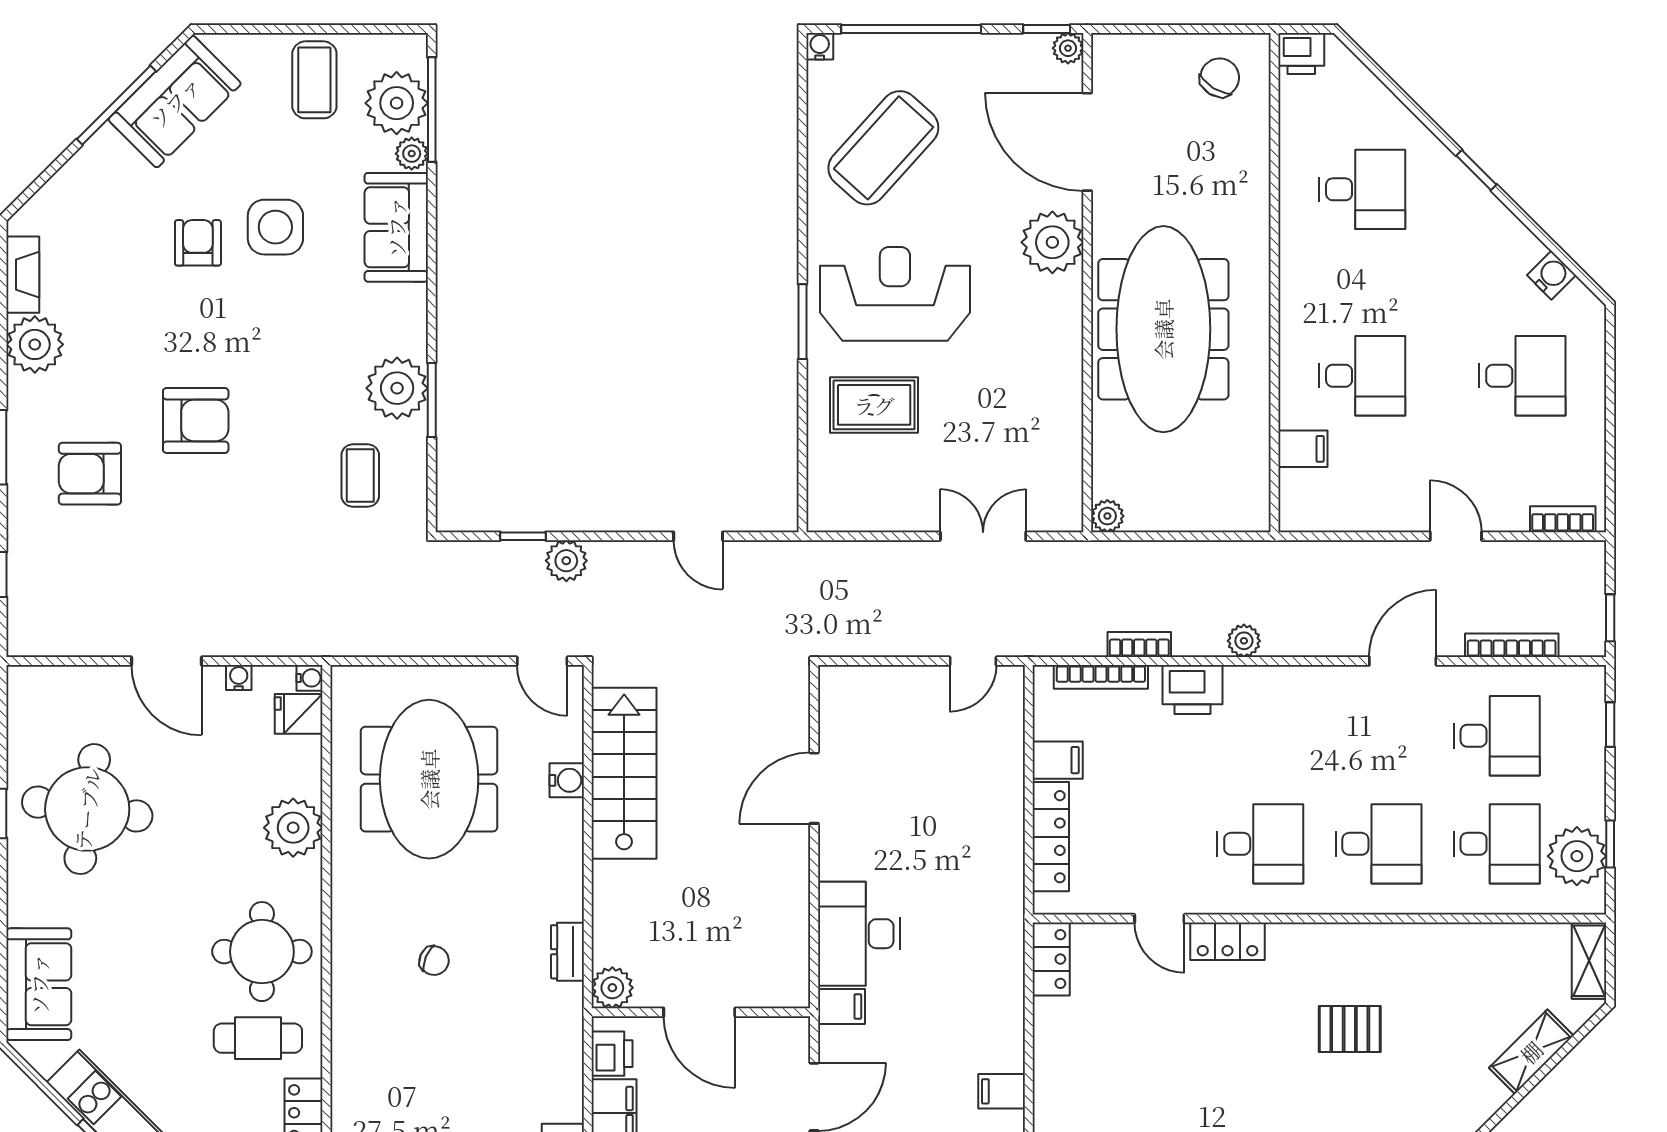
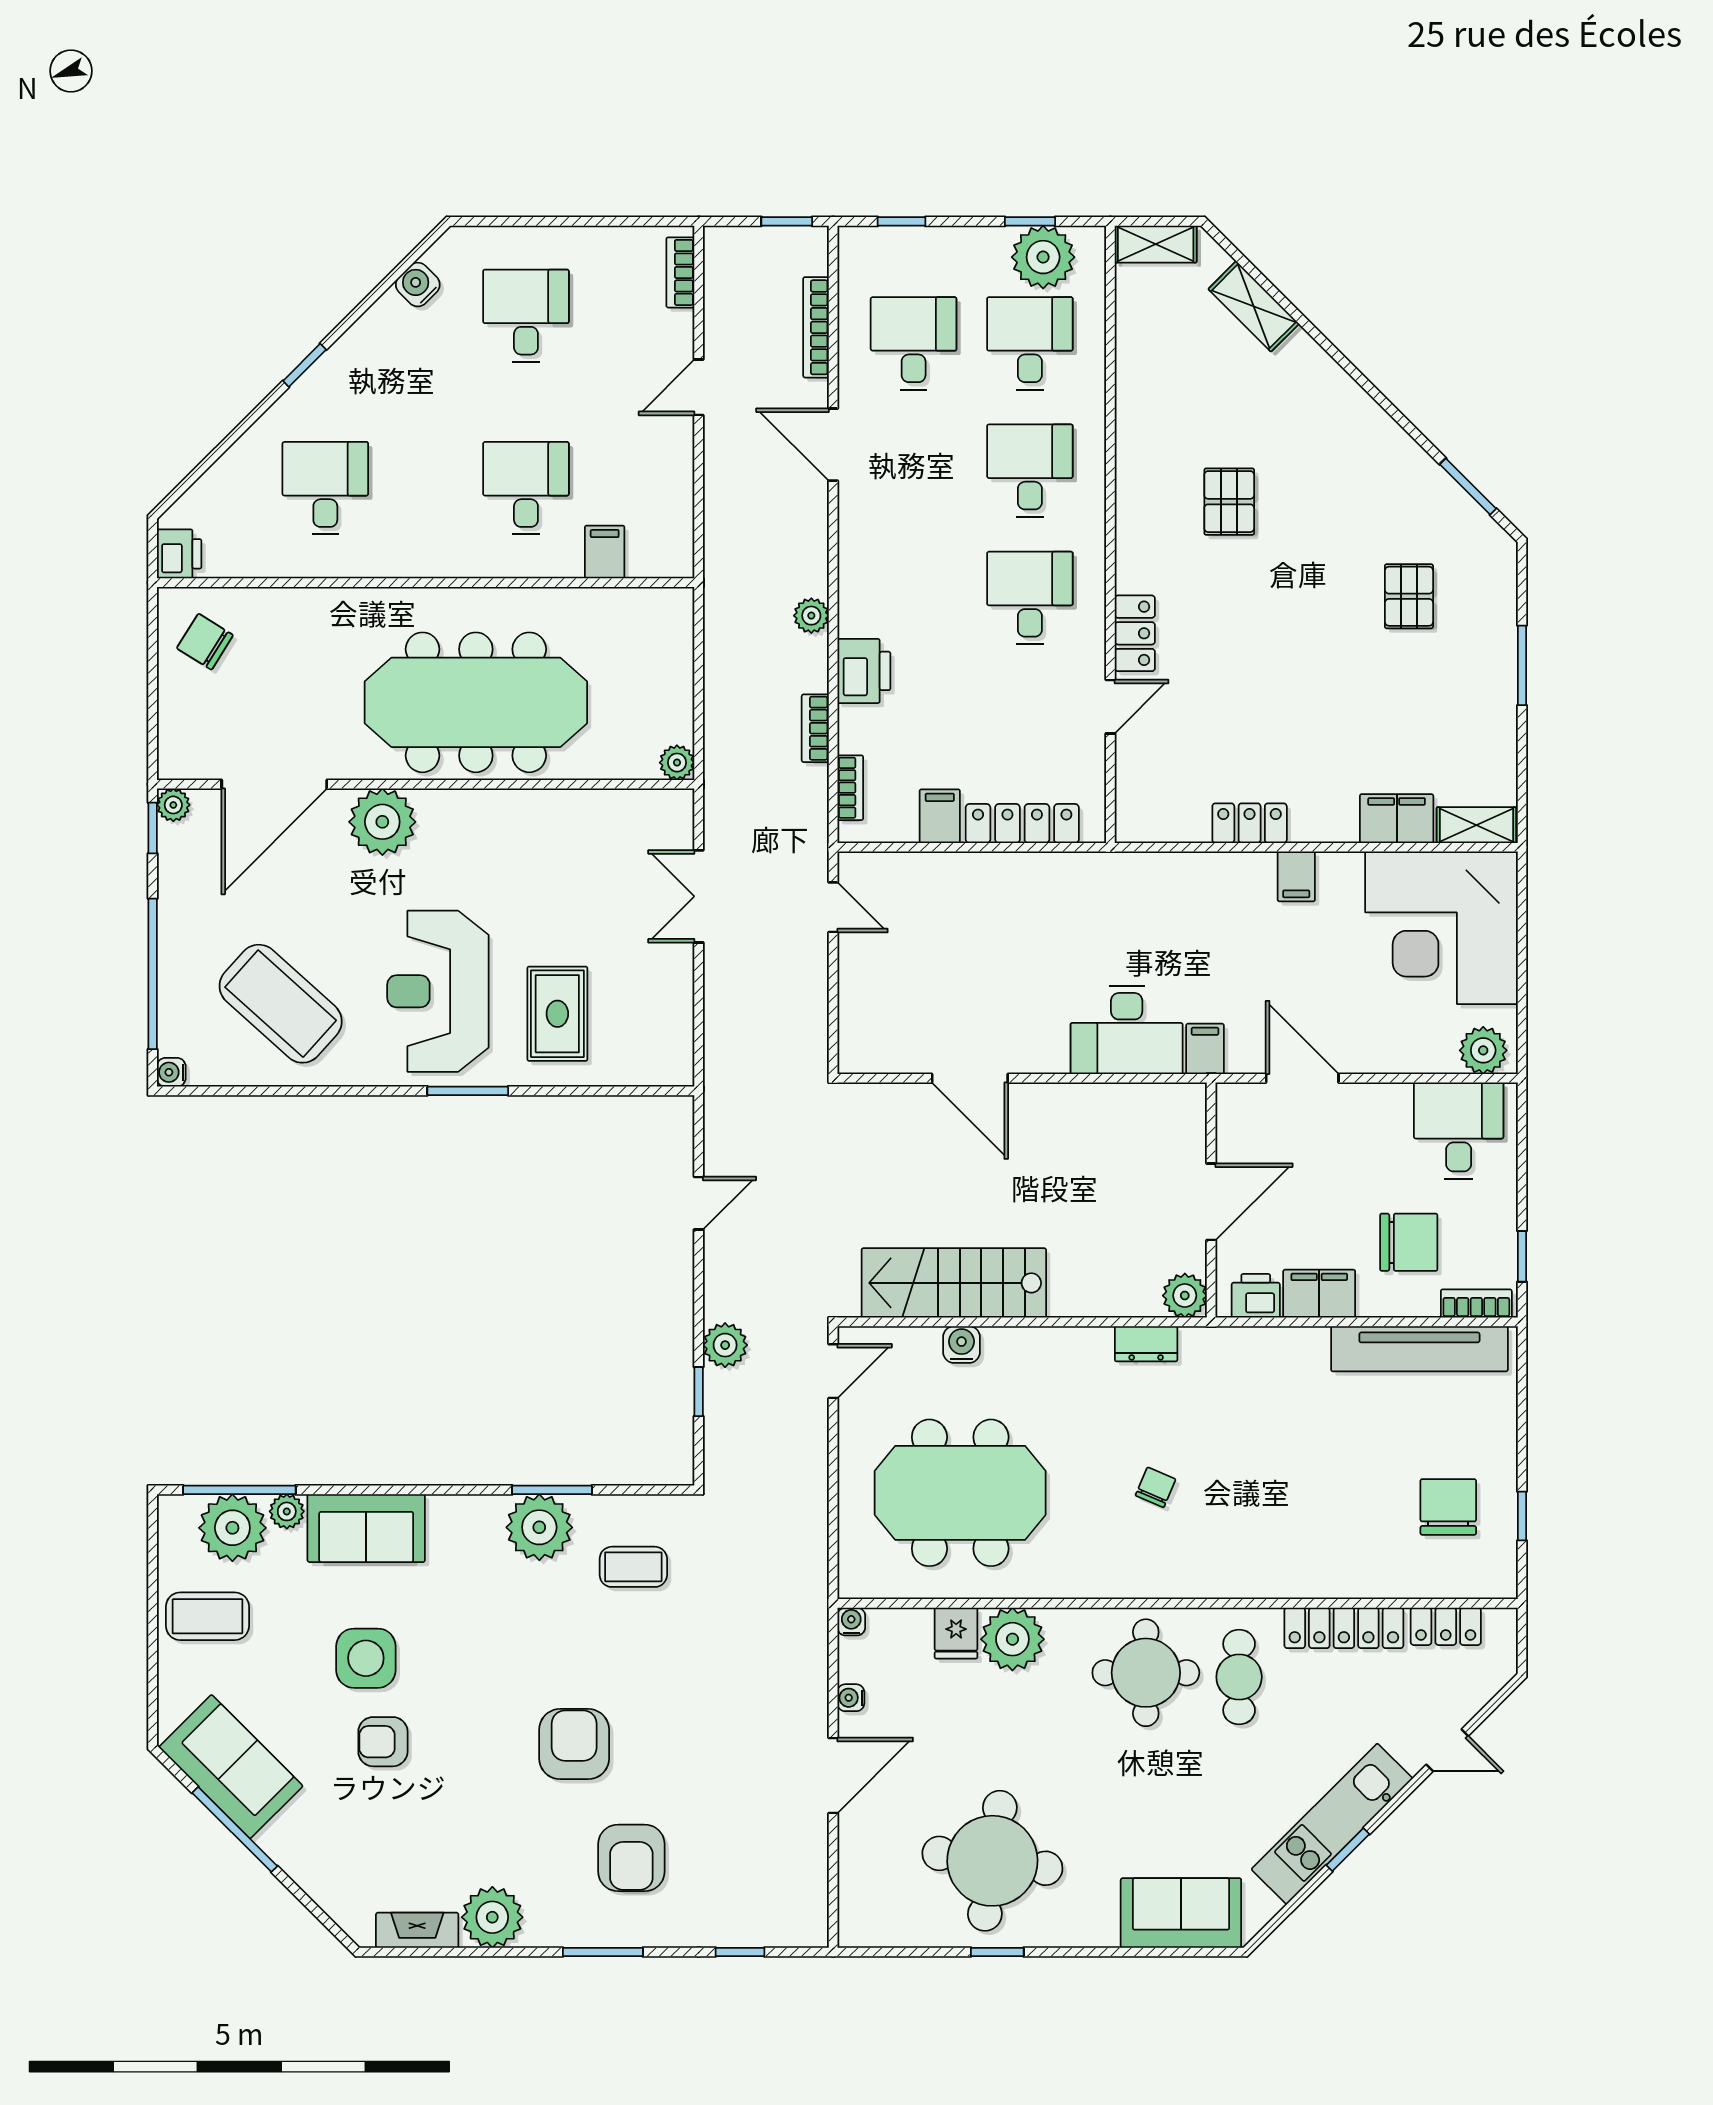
bookcase: (1101, 677) -> (850, 788), width x0.64
fridge: (299, 714) -> (956, 1633), moved
locker: (1051, 959) -> (1250, 823), moved

